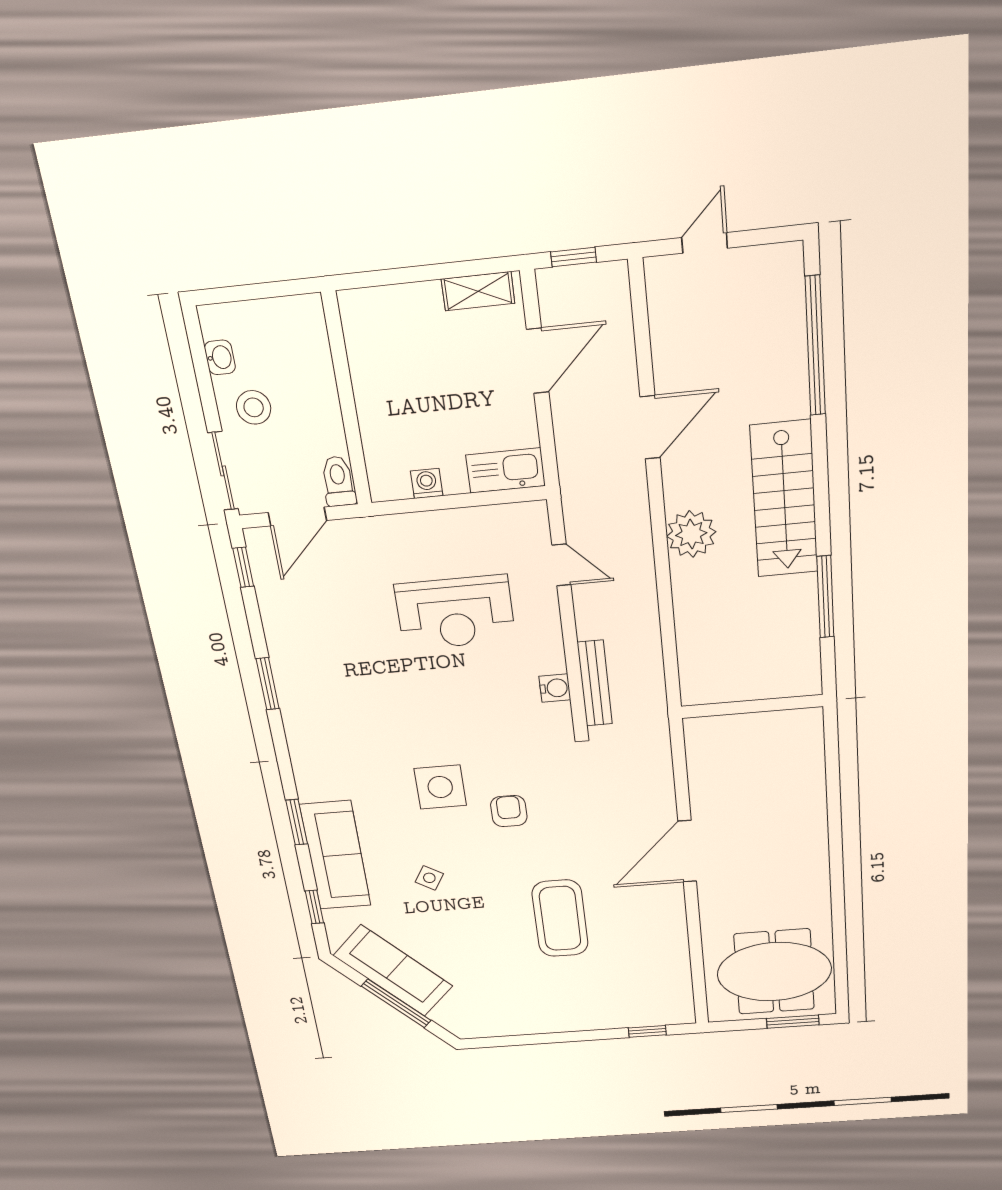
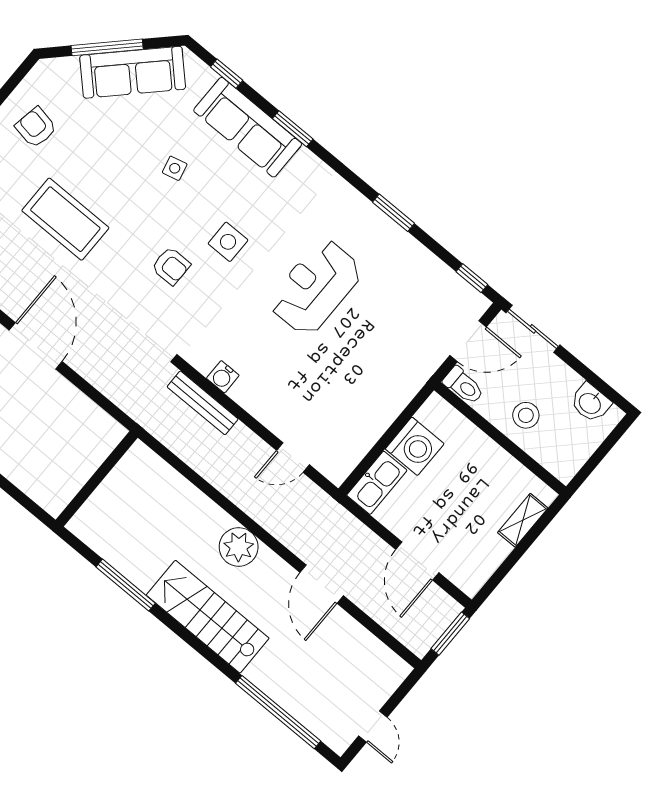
door: (705, 243) -> (373, 727), moved
window: (574, 257) -> (450, 634), width x1.50
shelving: (478, 291) -> (523, 520), moved
washbasin: (220, 357) -> (590, 403), width x1.38, depth x1.45
stool: (254, 407) -> (526, 415), moved
washing machine: (427, 483) -> (415, 446), width x1.89, depth x1.89
door: (297, 516) -> (468, 341), swing flipped
reception desk: (455, 613) -> (316, 287), moved
side table: (440, 787) -> (228, 242), width x0.73, depth x0.73
side table: (429, 878) -> (175, 168), turned 45
armchair: (513, 998) -> (36, 127), added

